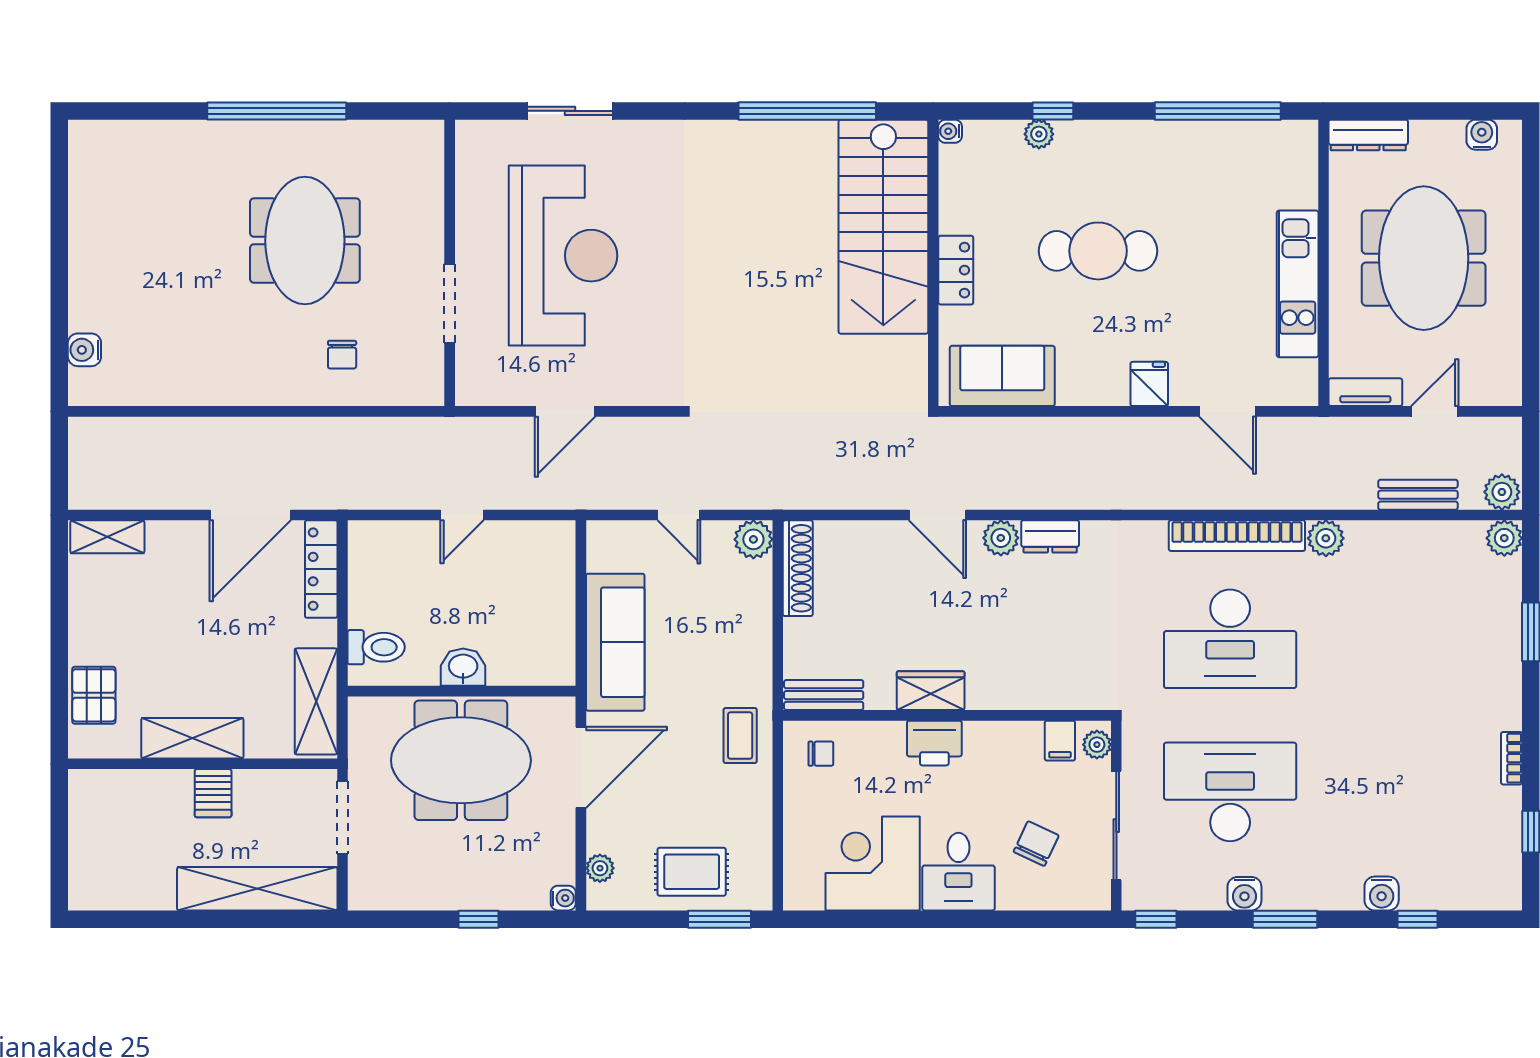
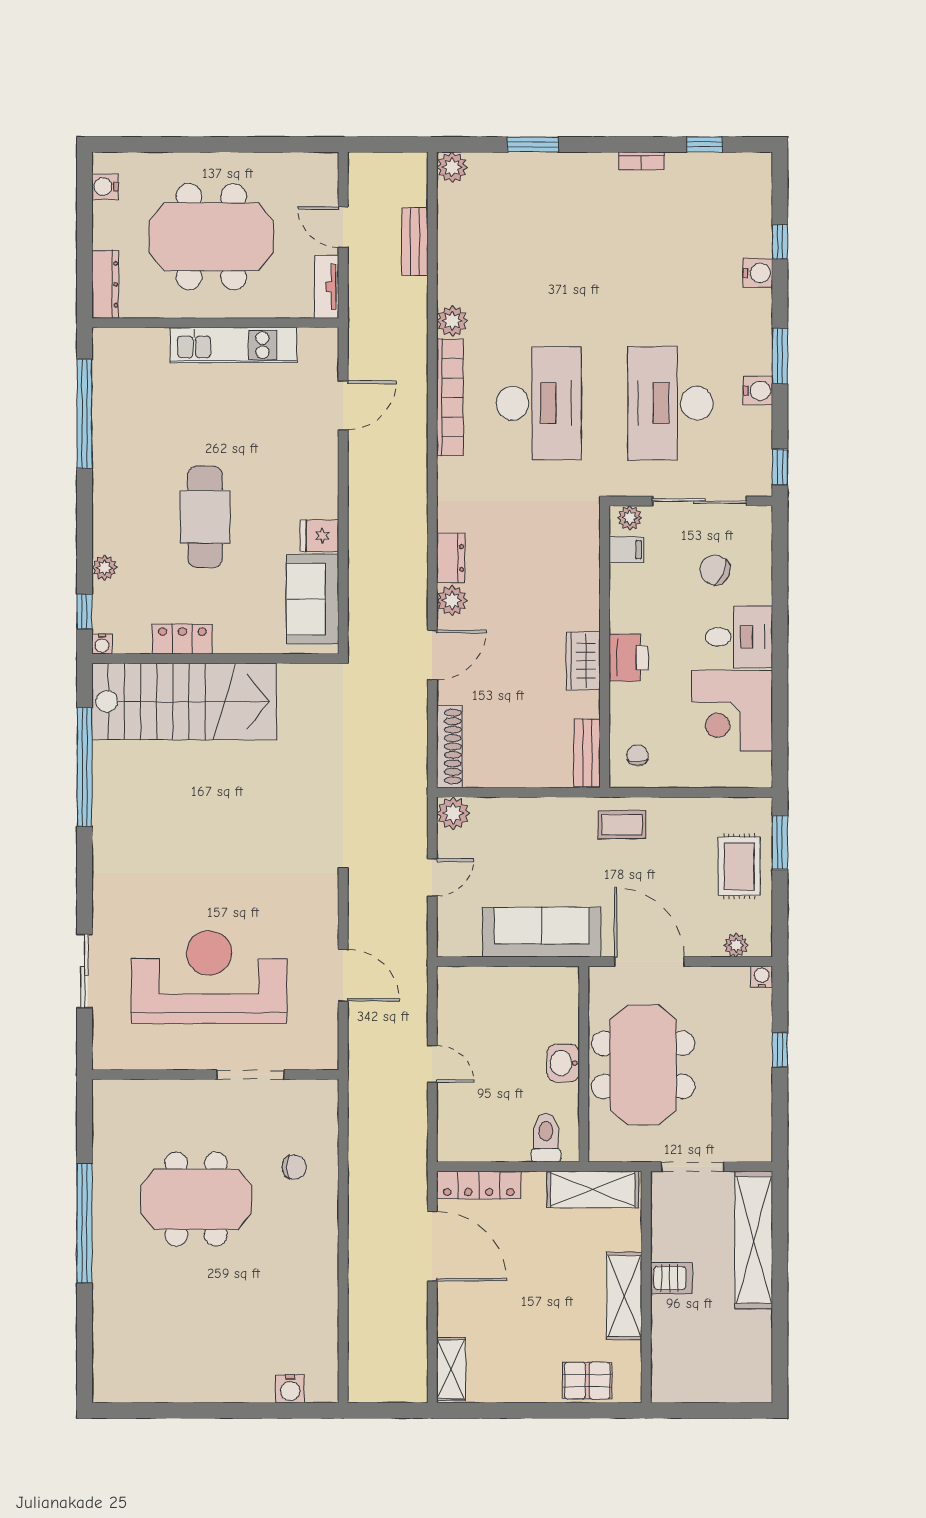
window: (1053, 111) -> (85, 612), moved
locker: (956, 270) -> (182, 639), moved
fridge: (1149, 384) -> (319, 536), moved
plant: (1502, 492) -> (412, 169), removed
shoe rack: (798, 568) -> (449, 747), moved, turned 90

